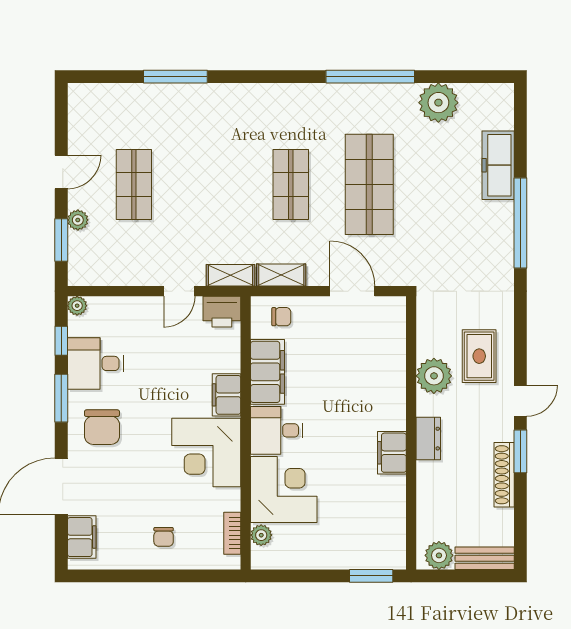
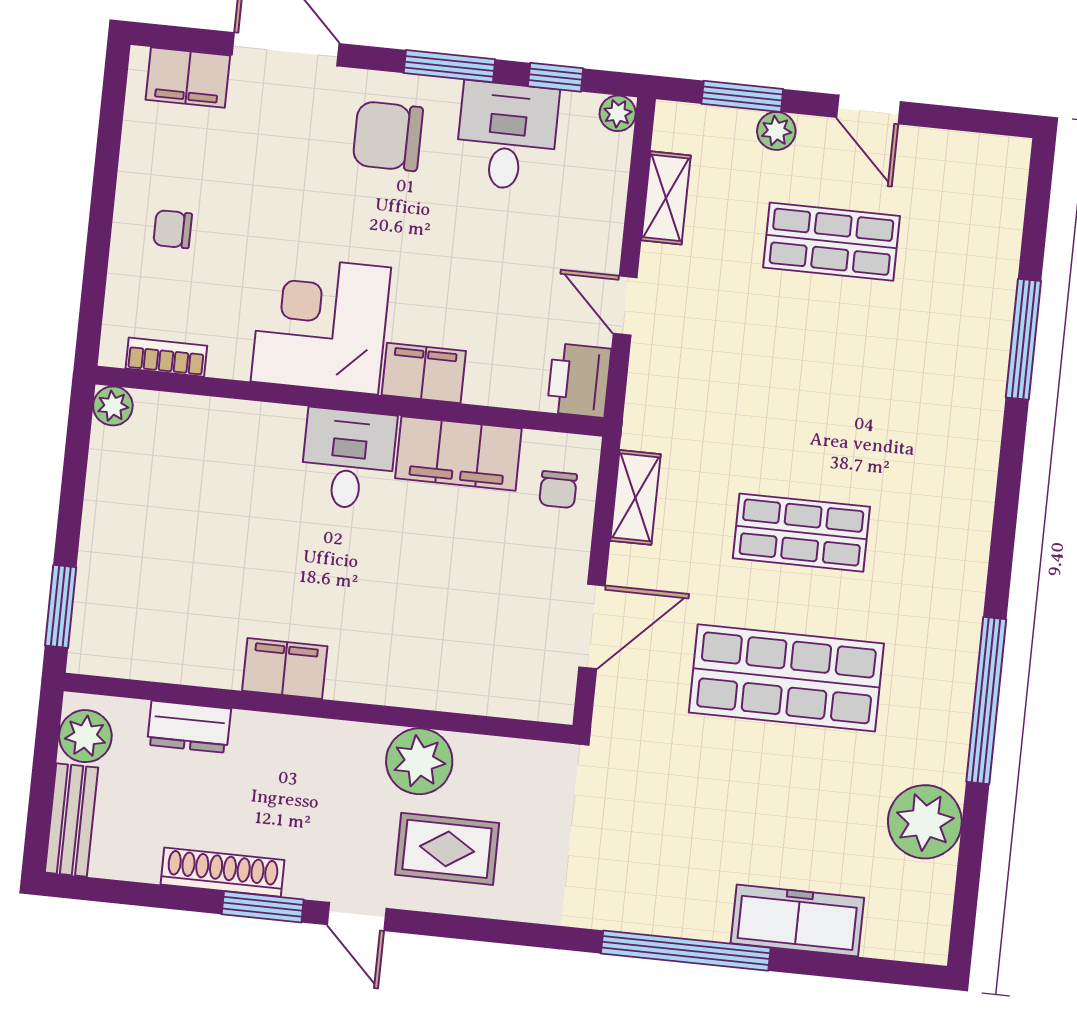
shelving: (231, 275) -> (666, 198), moved
dresser: (428, 439) -> (189, 727), moved
corner desk: (284, 489) -> (237, 461), removed
plant: (261, 535) -> (113, 406), moved

